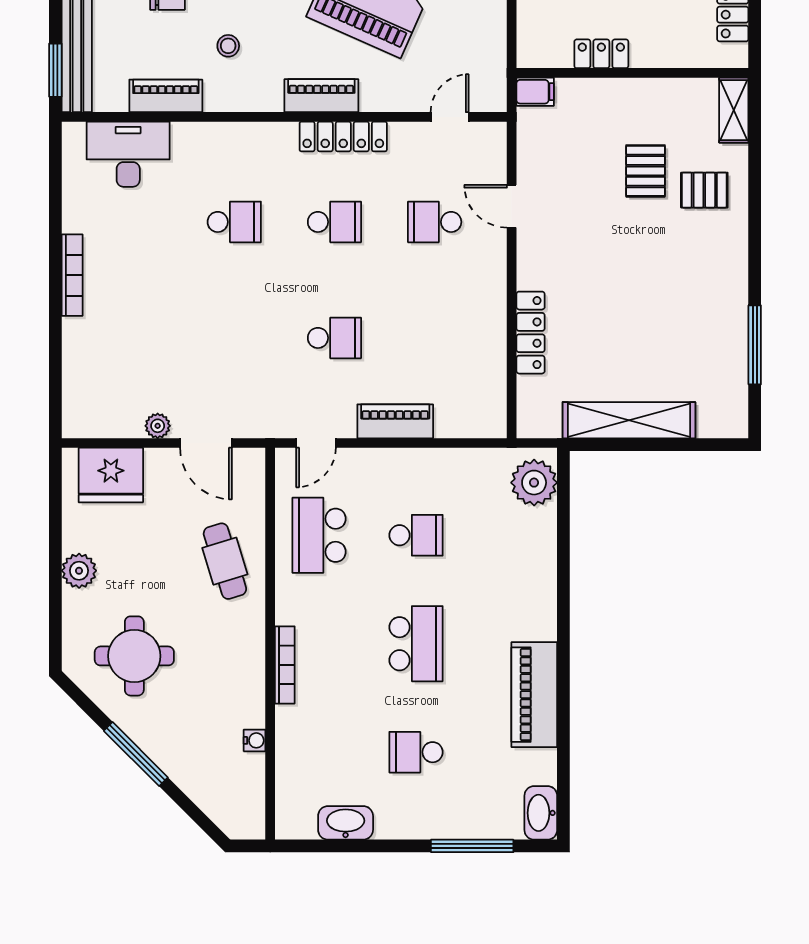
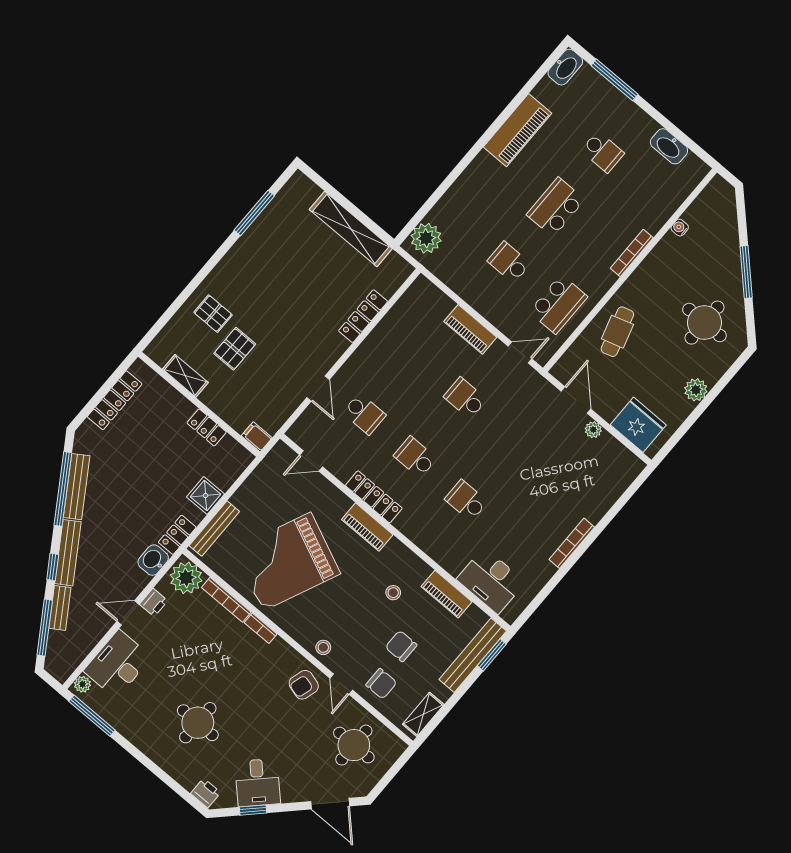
shelving: (734, 110) -> (185, 376), moved, turned 90

